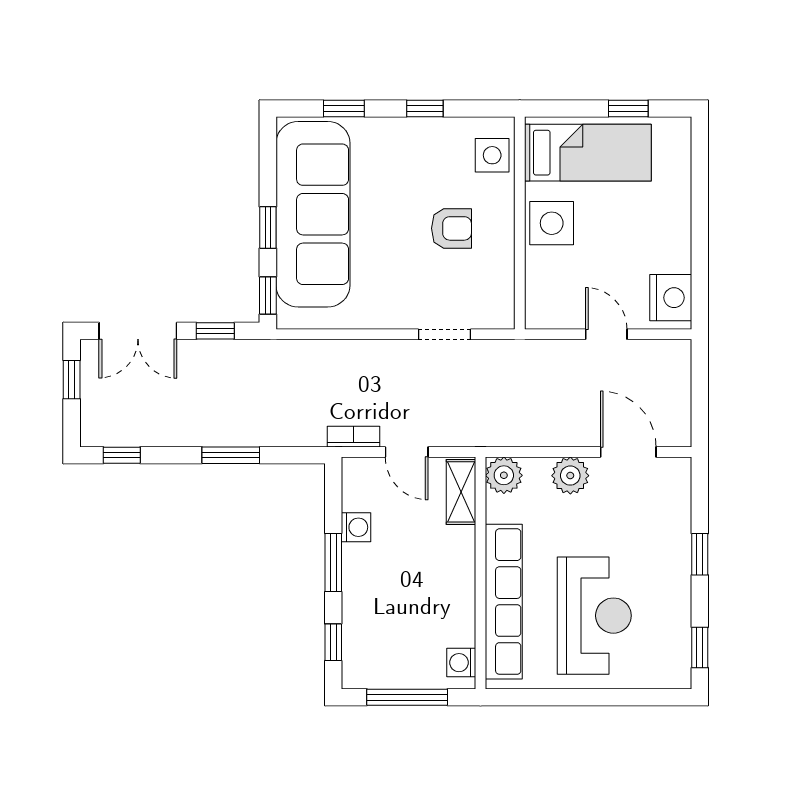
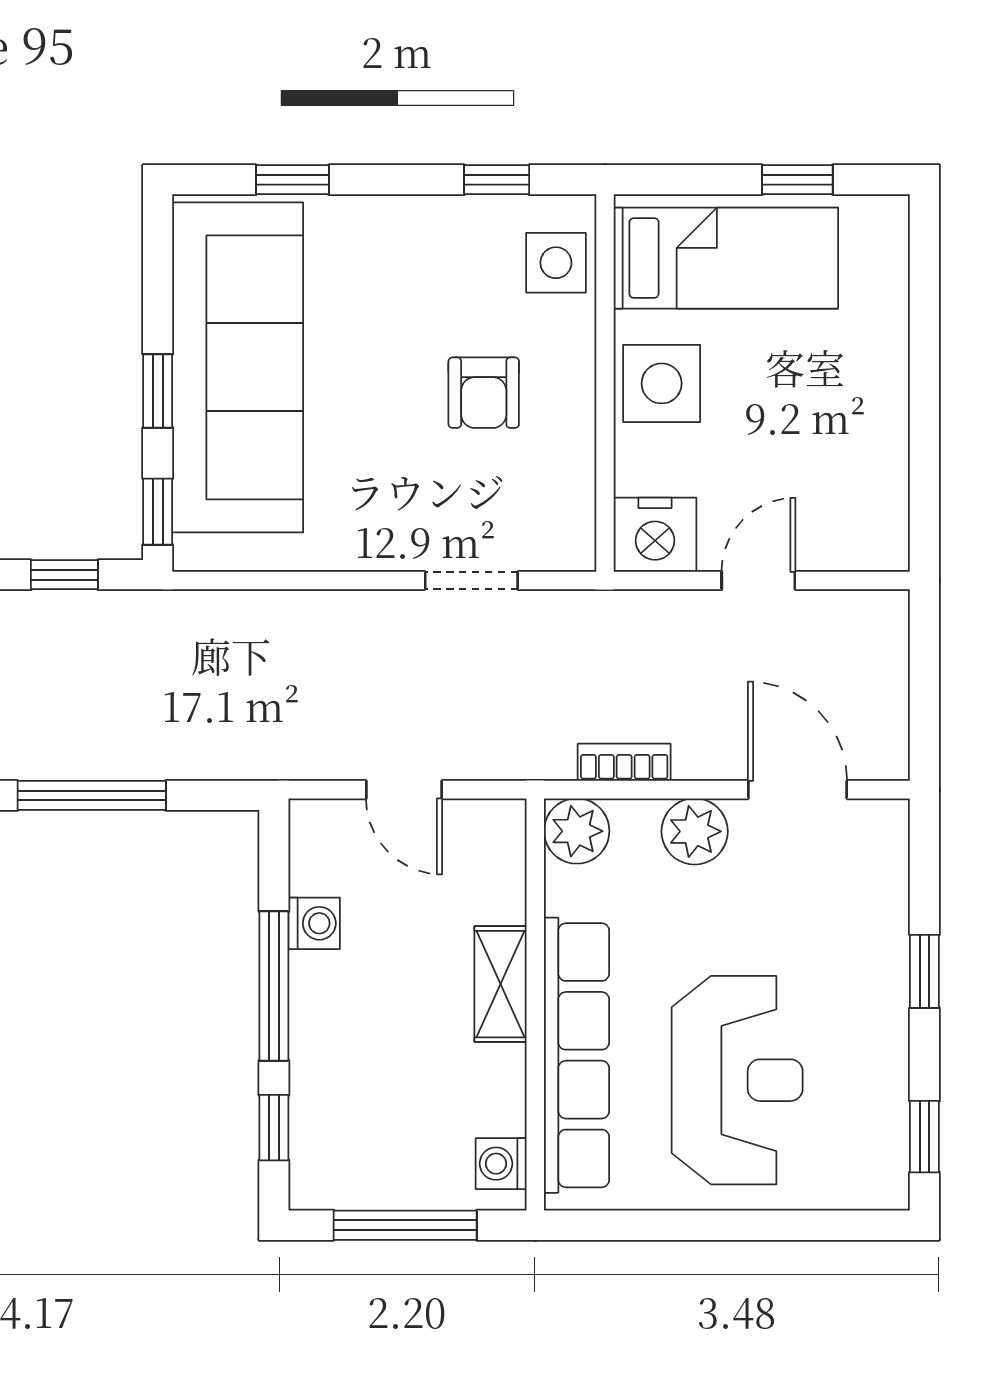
window: (425, 108) -> (497, 180), moved
armchair: (451, 228) -> (484, 393), turned 90
nightstand: (671, 298) -> (655, 535), moved, turned 90
door: (606, 334) -> (758, 580), hinge flipped
bookcase: (353, 437) -> (624, 762), moved
window: (231, 455) -> (92, 795), width x1.44
shelving: (461, 492) -> (500, 984), moved
window: (333, 563) -> (274, 986), width x1.44

